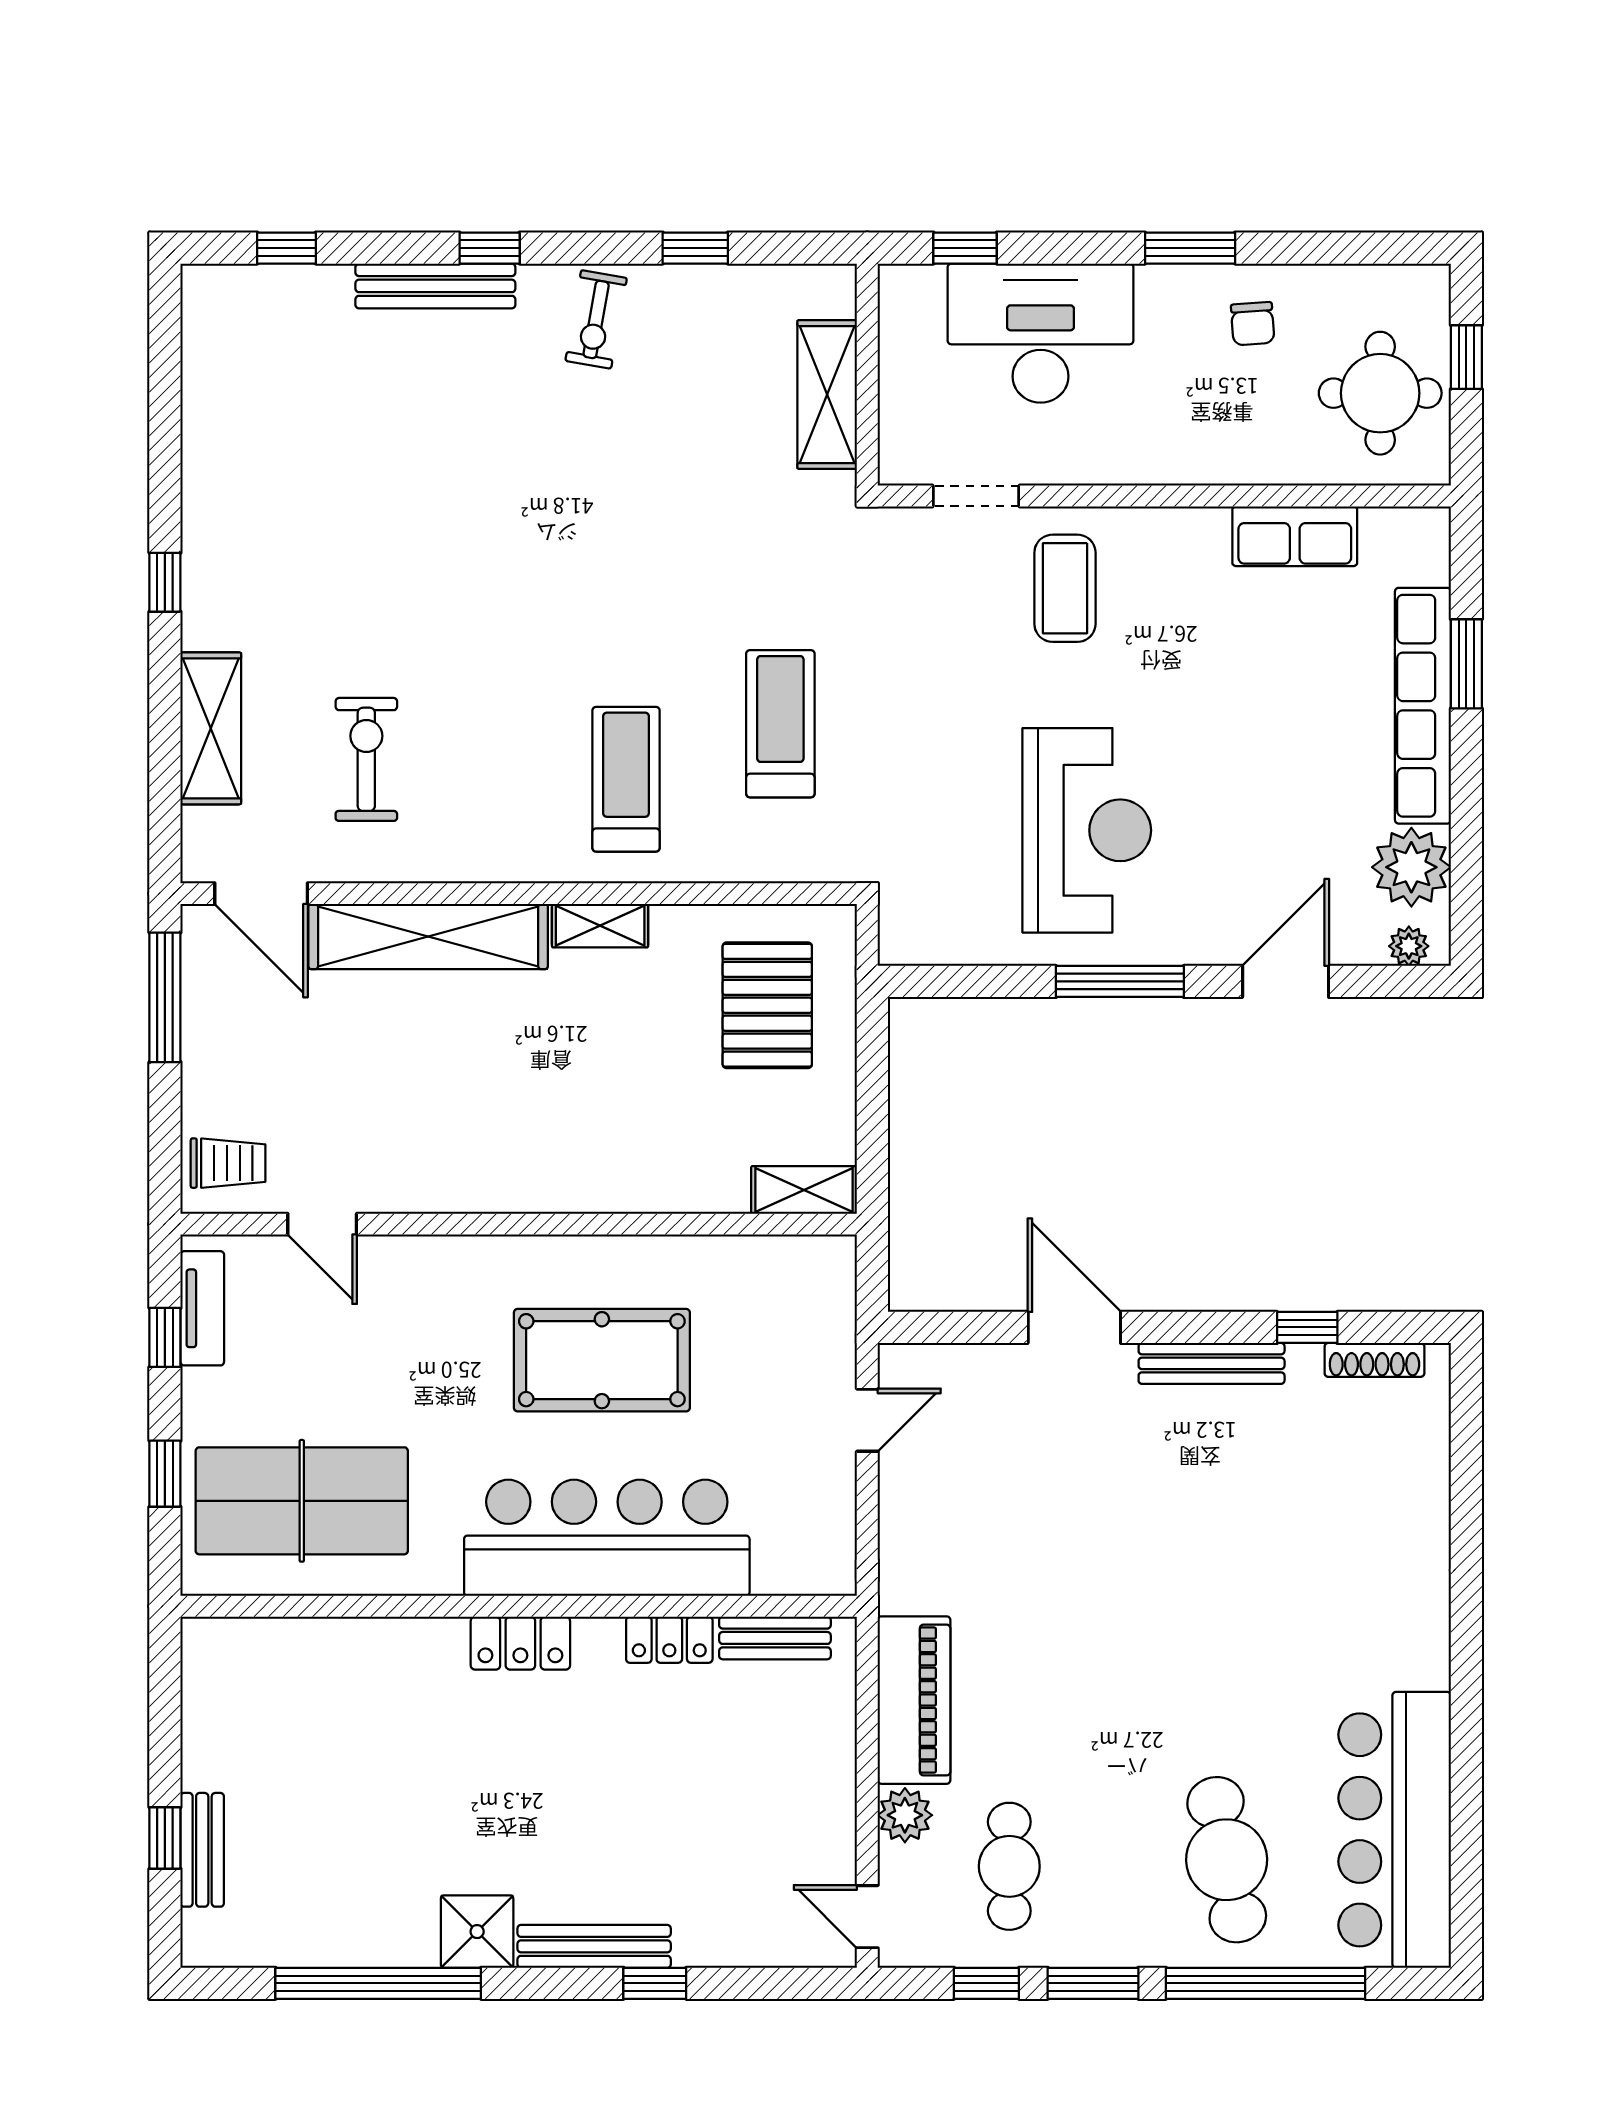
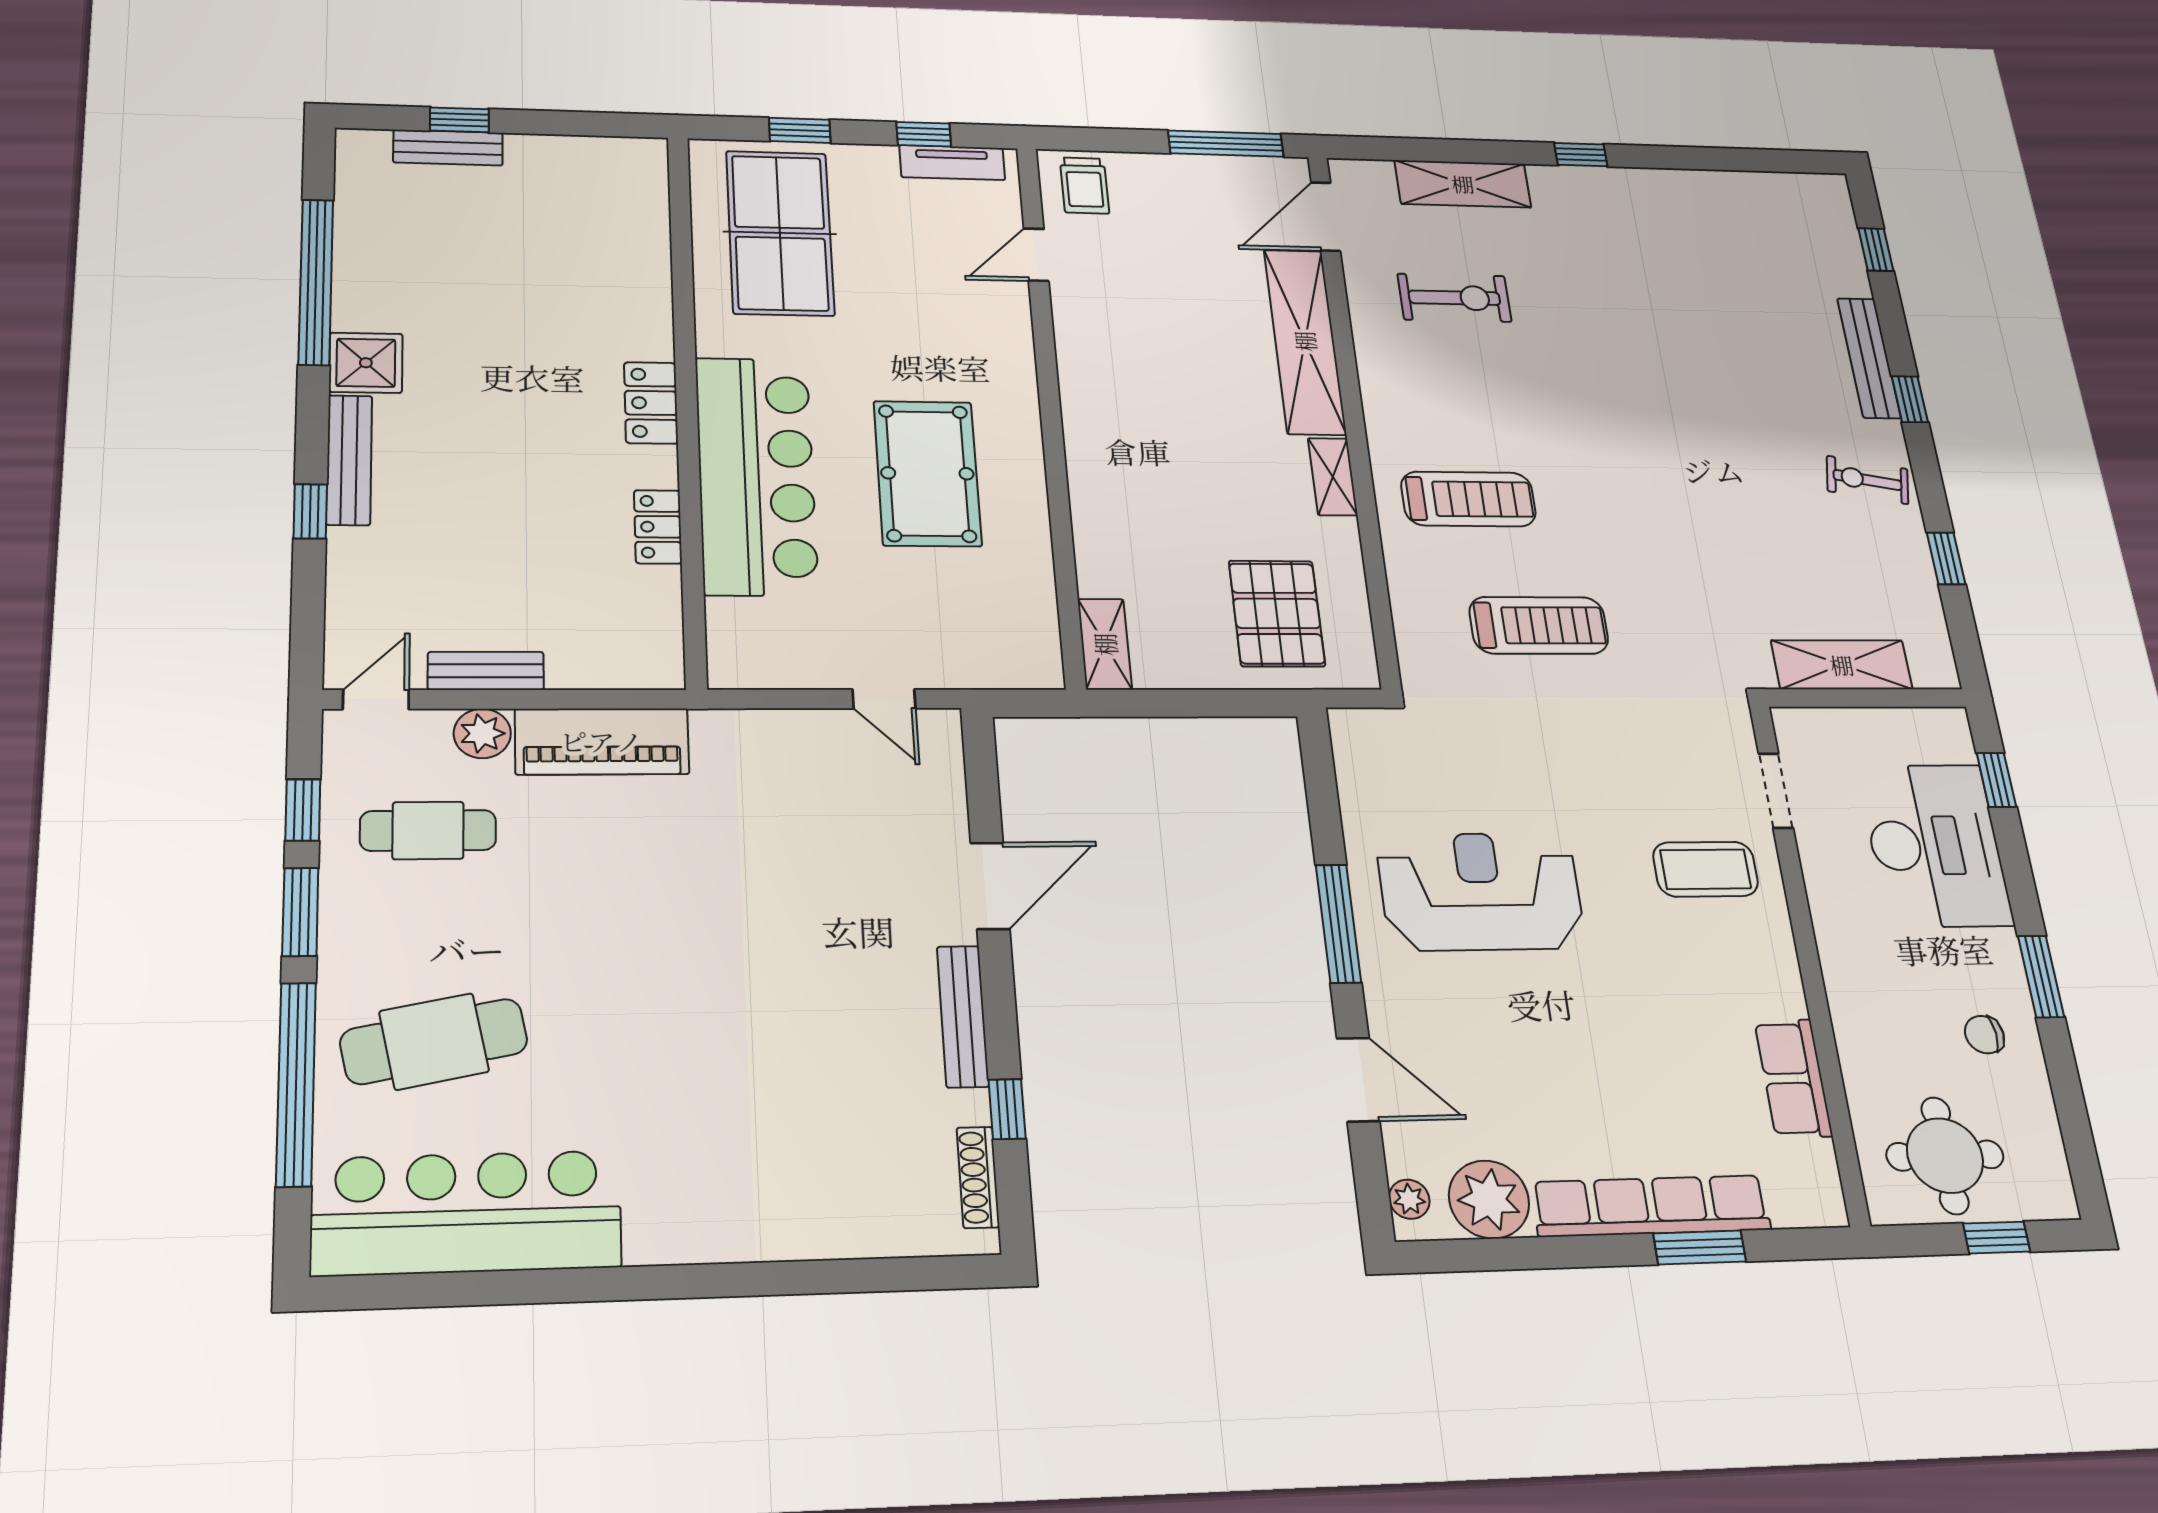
reception desk: (1087, 830) -> (1480, 891), turned 180
pallet: (767, 1005) -> (1277, 613), turned 90
bench: (775, 1638) -> (486, 671), moved, turned 90

